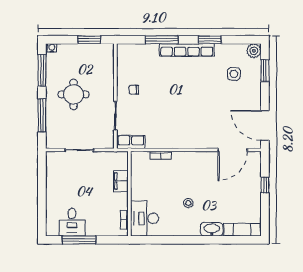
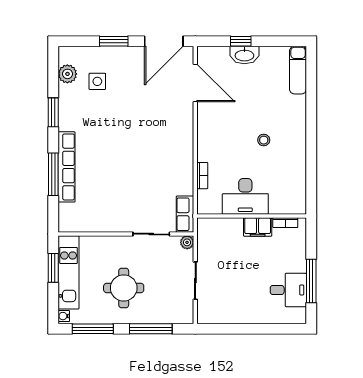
row of seats: (187, 50) -> (67, 167), moved
plant: (254, 51) -> (67, 74), moved
kitchen unit: (86, 52) -> (68, 272), added
window: (265, 71) -> (114, 41), moved
chair: (134, 90) -> (118, 210), removed
plant: (109, 143) -> (187, 242), added
filing cabinet: (121, 181) -> (258, 227), moved
desk: (145, 218) -> (245, 196), moved
washbasin: (212, 229) -> (244, 55), moved, turned -90

